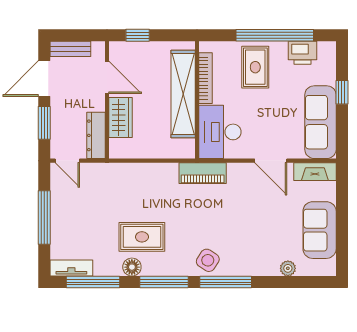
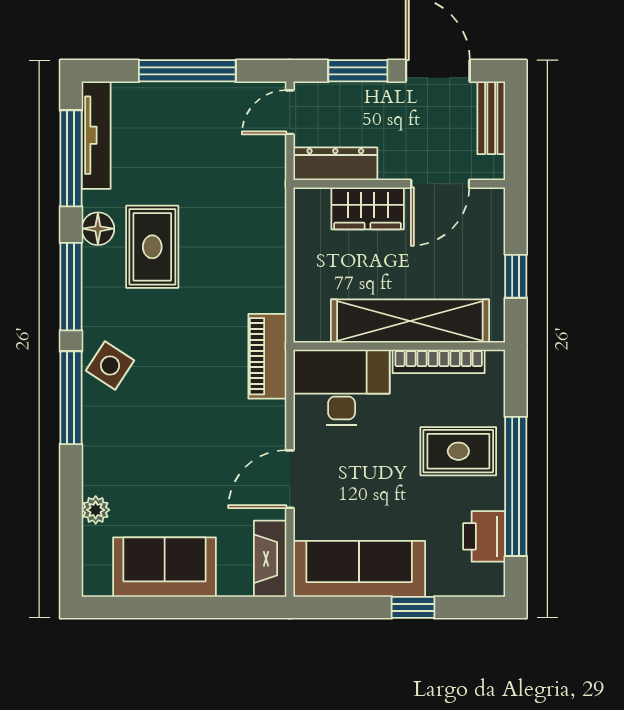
window: (138, 35) -> (516, 276), moved
tv unit: (71, 268) -> (96, 135), width x1.41

